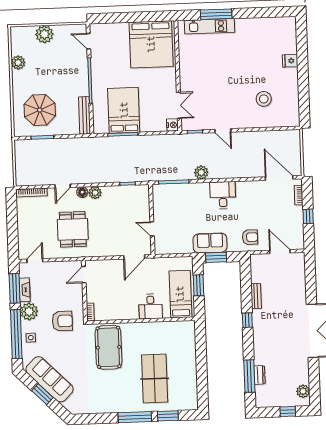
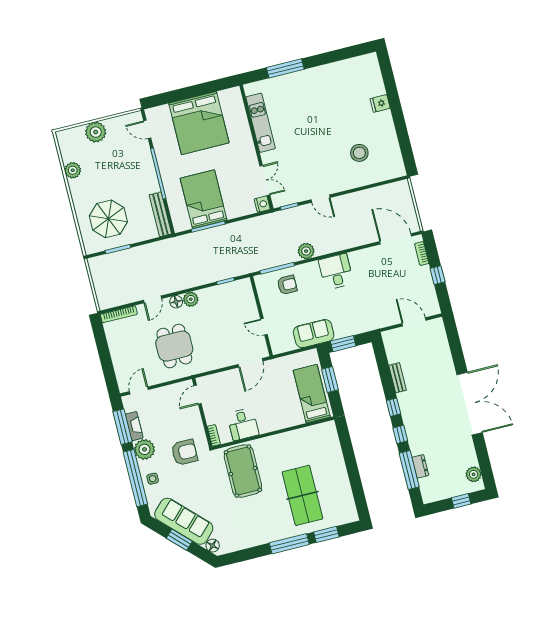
kitchen unit: (210, 26) -> (261, 123), moved, turned -90
bed: (151, 44) -> (199, 123), moved
armchair: (250, 237) -> (287, 285), moved
sofa: (210, 243) -> (314, 334), moved
desk: (150, 306) -> (243, 424), moved
window: (248, 344) -> (400, 434), added
floor lamp: (70, 405) -> (213, 546), added

